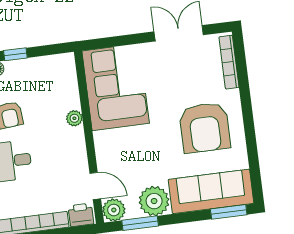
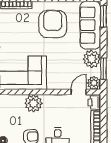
plant: (74, 118) -> (33, 103), width x1.87, depth x1.87
armchair: (205, 128) -> (53, 24), turned -90

